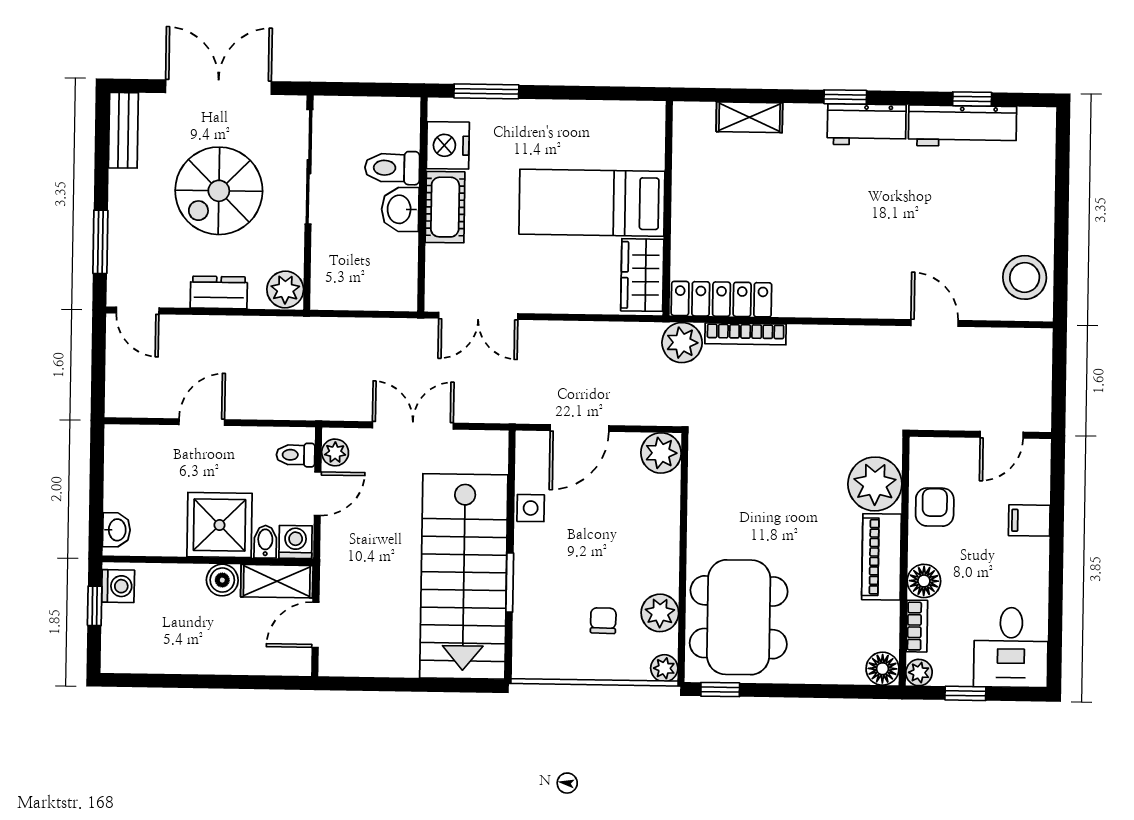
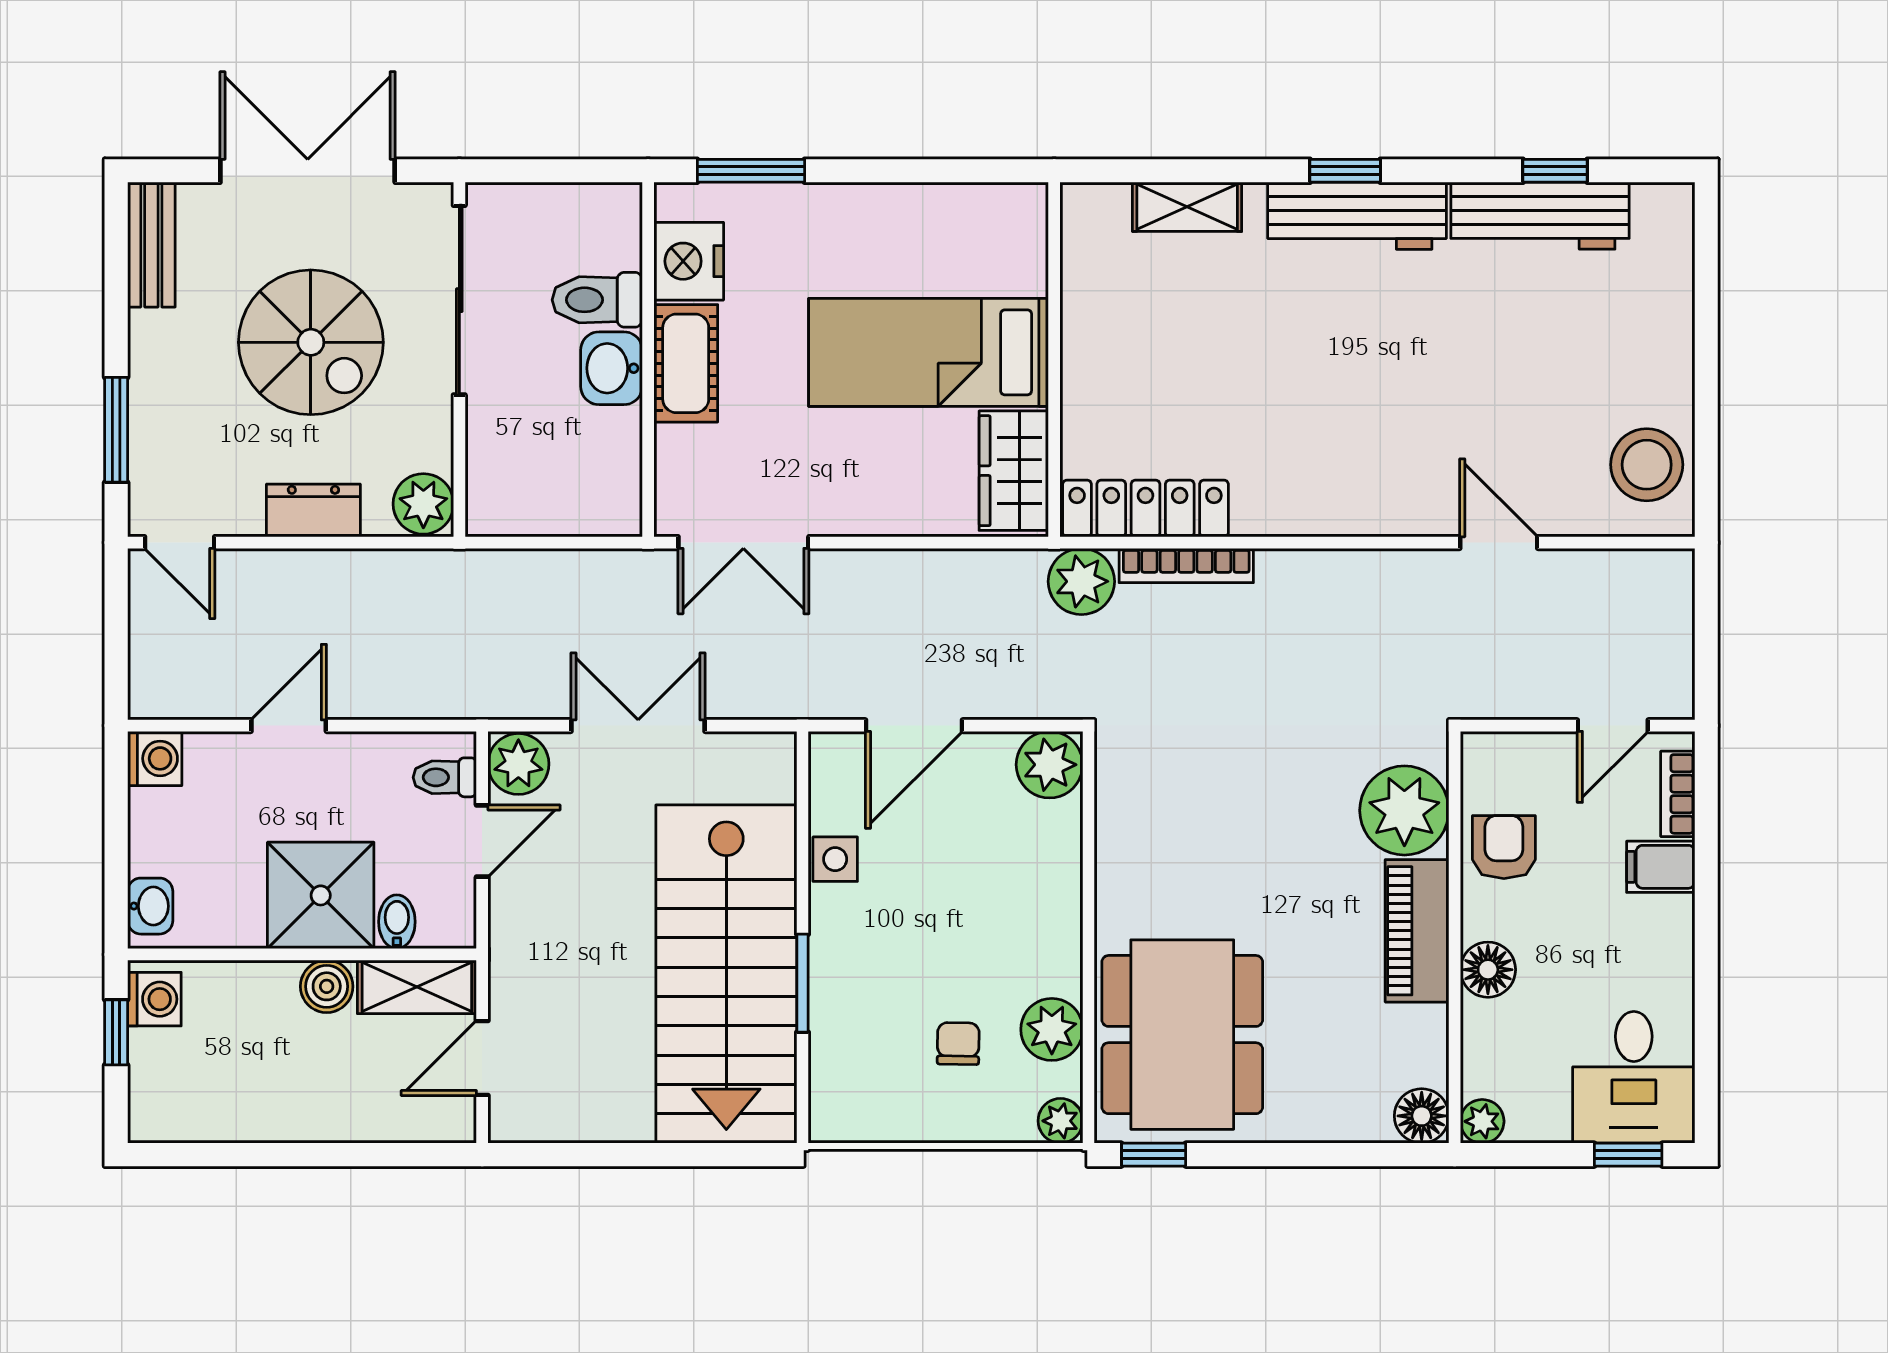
workbench: (867, 125) -> (1357, 216), width x1.37
spiral stairs: (219, 191) -> (311, 342), turned -90
plant: (335, 452) -> (518, 764), width x1.38, depth x1.38
washing machine: (296, 542) -> (155, 758), moved, turned 90
bookcase: (917, 626) -> (1678, 794), moved, turned 180
window: (965, 693) -> (1628, 1155), moved

